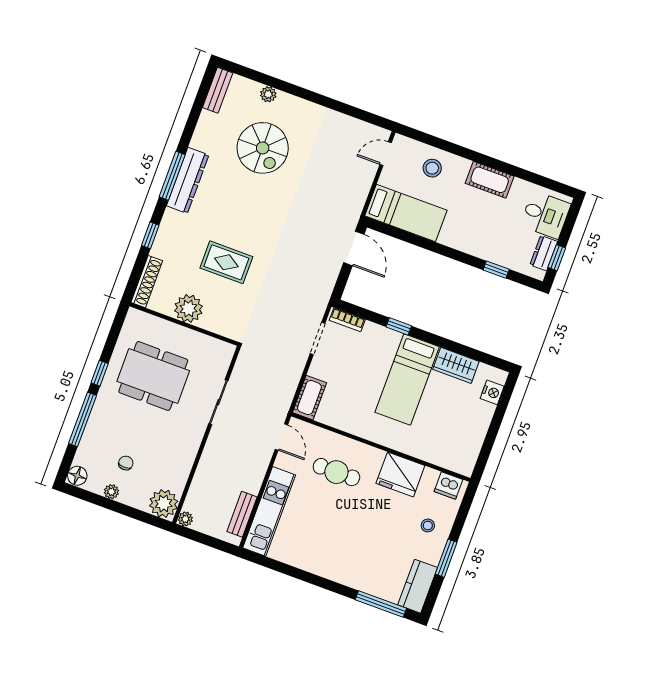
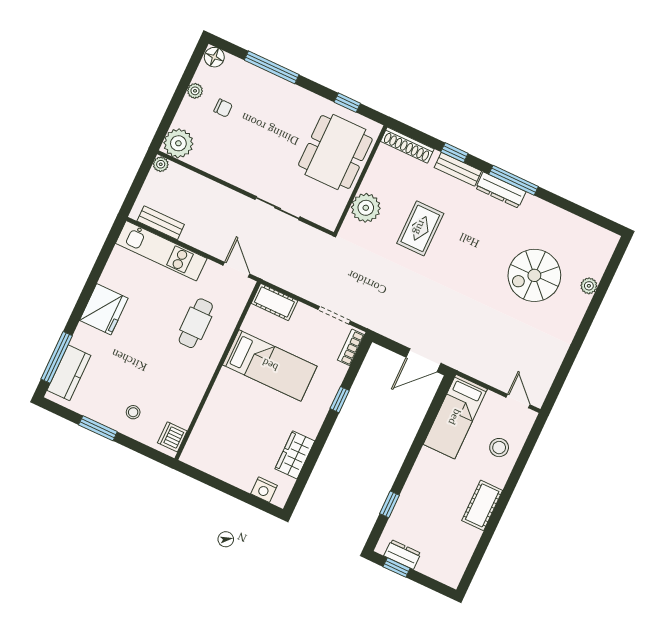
bench: (218, 90) -> (458, 169), moved
dresser: (188, 180) -> (501, 190), width x0.73, depth x0.80
desk: (545, 215) -> (442, 559), removed
plant: (188, 309) -> (366, 208), moved
window: (100, 373) -> (347, 103), moved
dining table: (153, 376) -> (335, 152), moved
bed: (407, 379) -> (270, 365), moved, turned 180
door: (281, 437) -> (236, 270), swing flipped
fridge: (400, 474) -> (104, 309), moved, turned 180
kitchen counter: (418, 586) -> (69, 373), moved, turned 90

